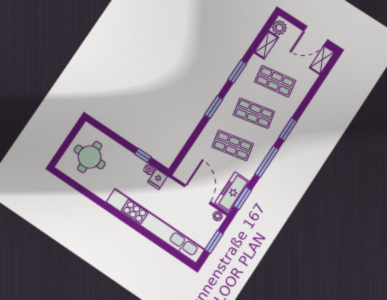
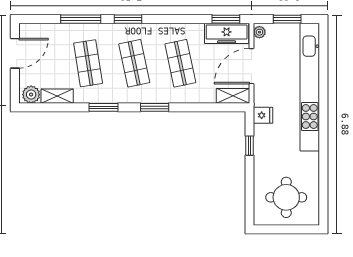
door: (316, 35) -> (15, 53), hinge flipped
shelving: (322, 60) -> (233, 96), moved
window: (267, 162) -> (81, 19), moved
water cooler: (149, 169) -> (259, 130), removed

